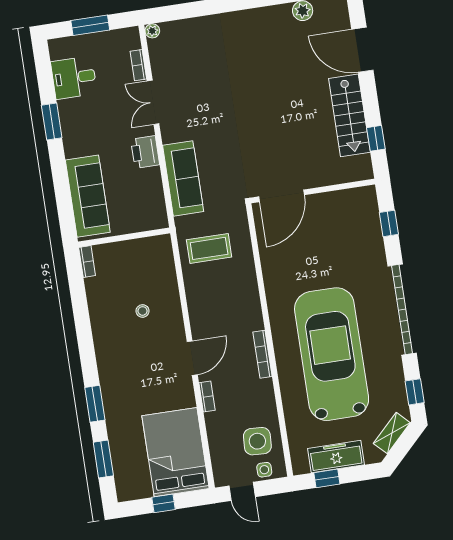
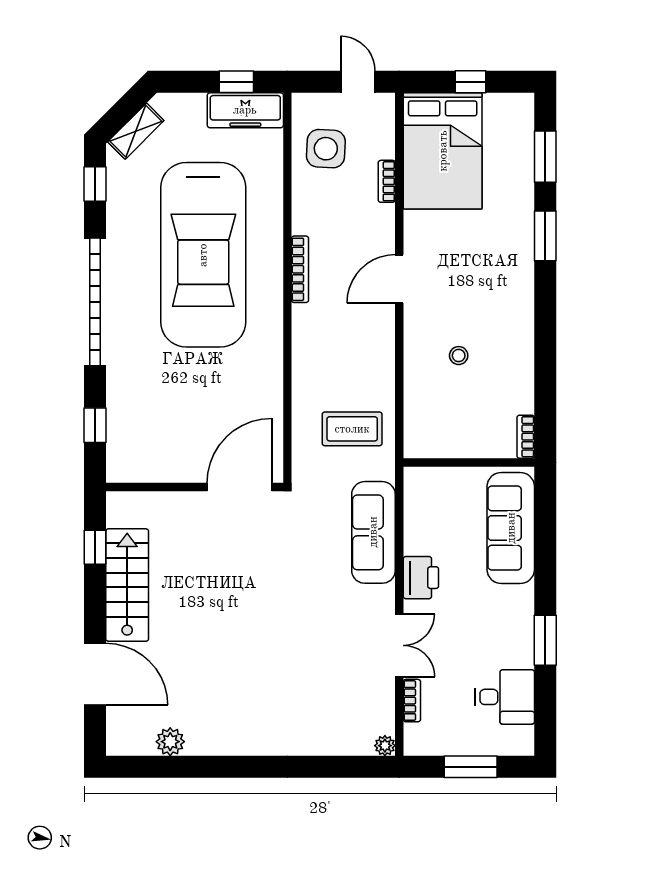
bookcase: (207, 397) -> (387, 181), moved
freezer: (336, 457) -> (245, 110), moved
side table: (264, 470) -> (322, 107), removed

